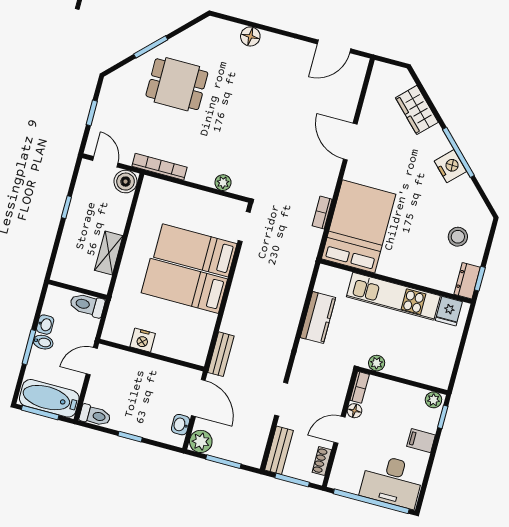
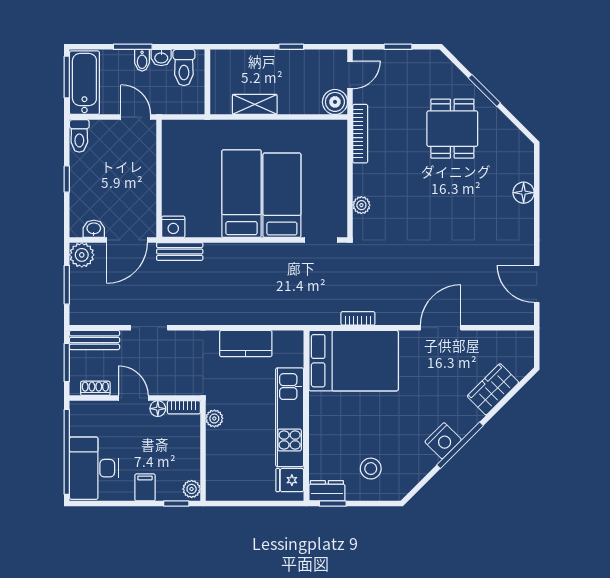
toilet: (87, 305) -> (184, 67), moved, turned 180
nightstand: (143, 340) -> (173, 227), moved, turned -90

